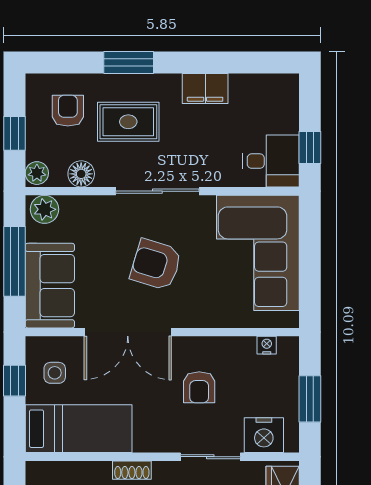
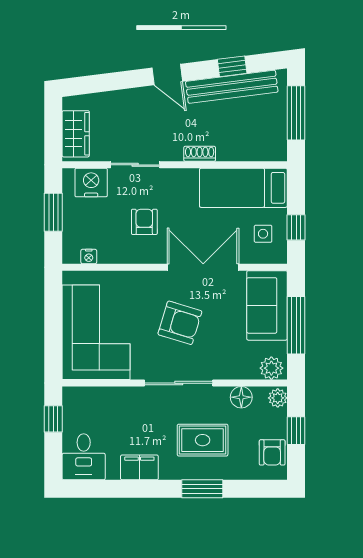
armchair: (68, 111) -> (272, 452), moved
desk: (271, 161) -> (84, 457), moved, turned -90

